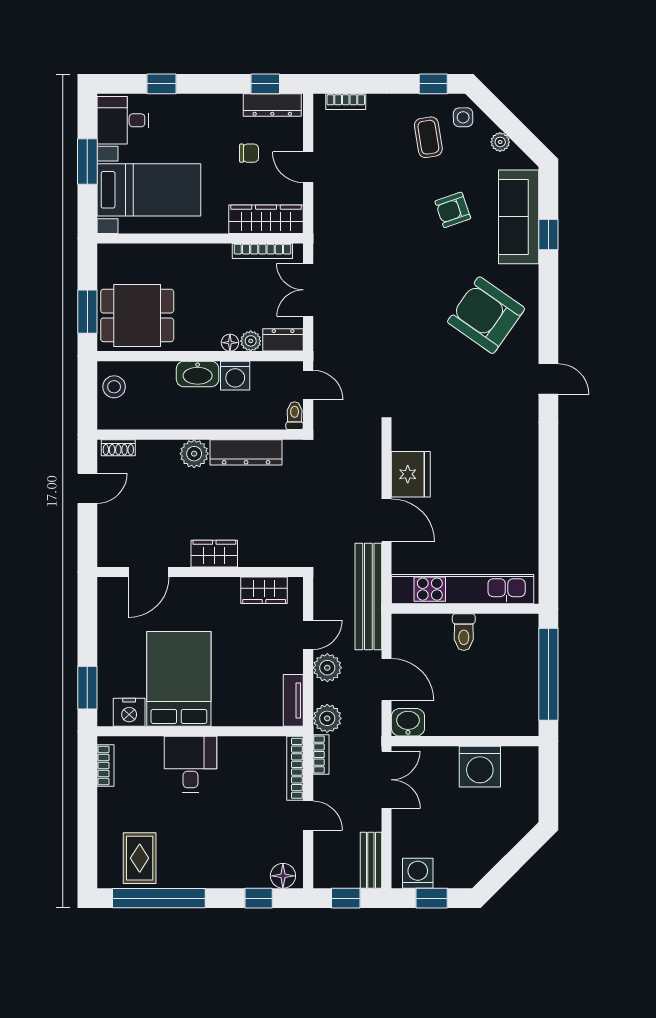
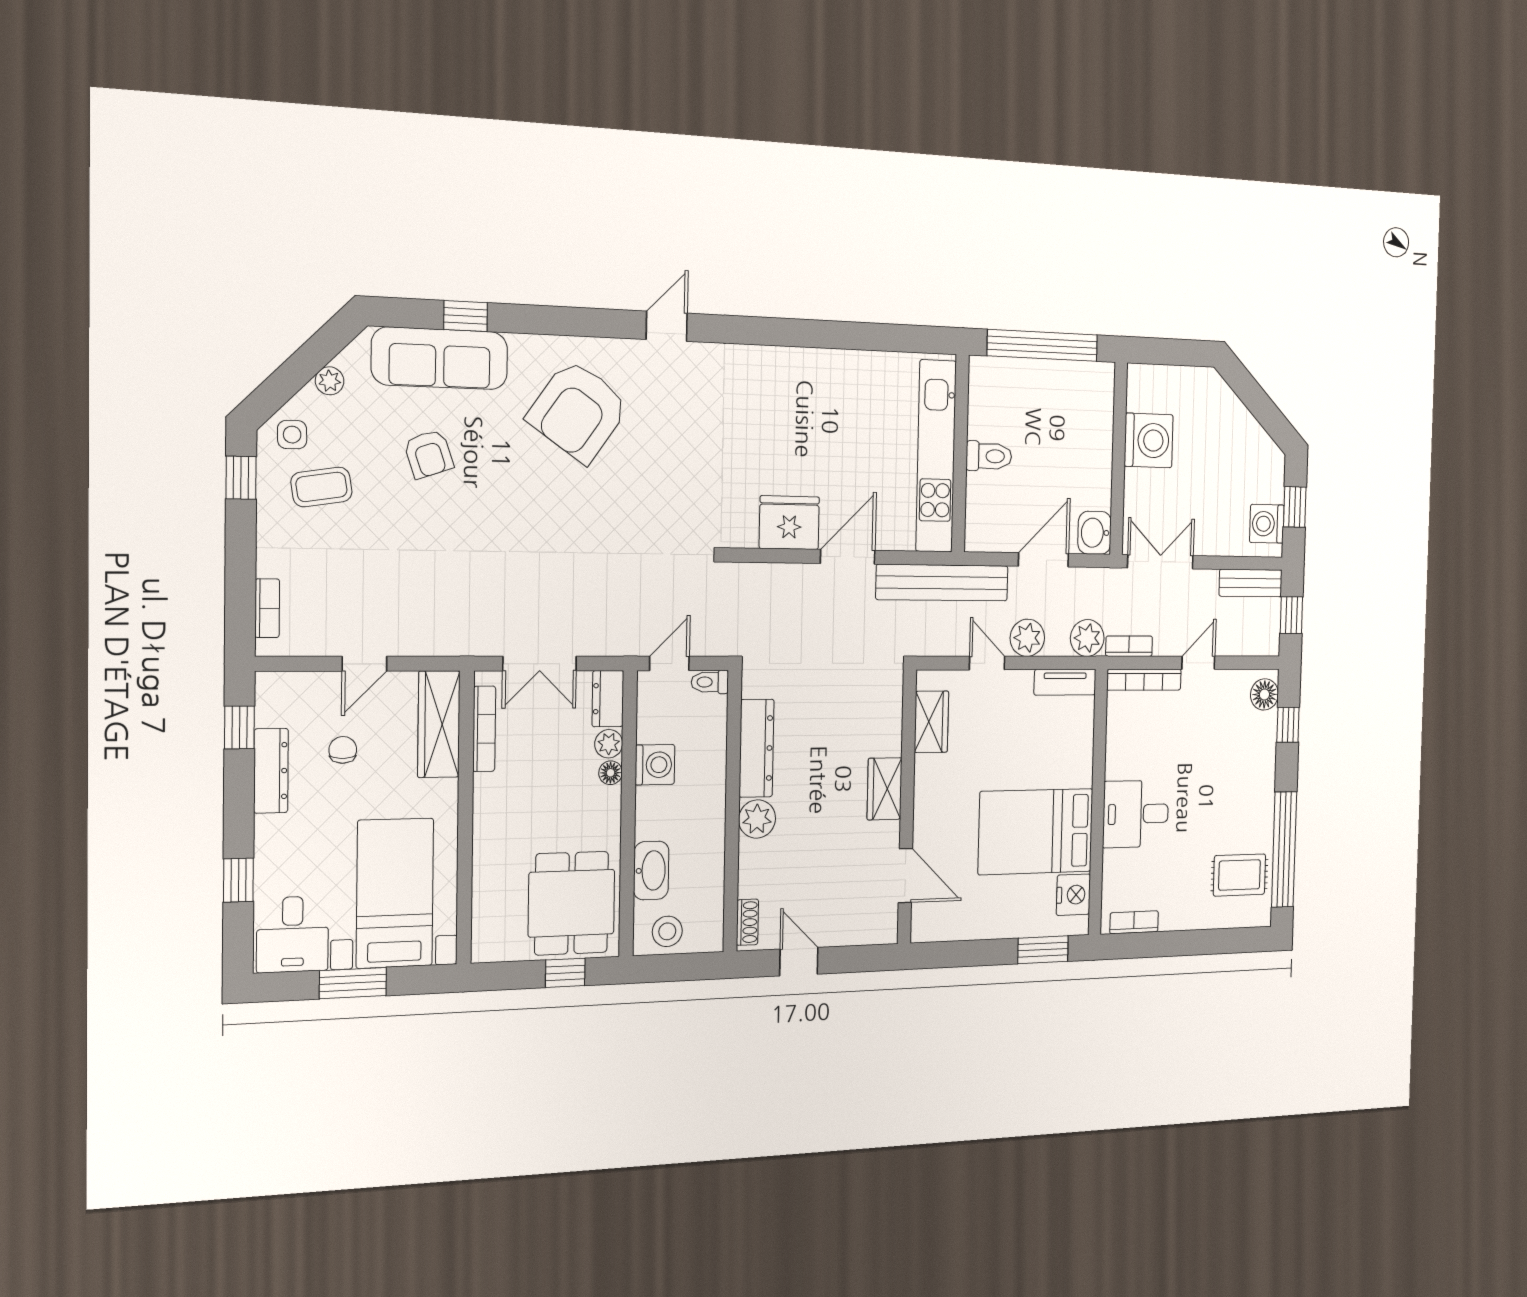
dresser: (272, 105) -> (271, 771), moved
window: (87, 312) -> (565, 973), width x0.67
washbasin: (198, 374) -> (651, 870), moved

